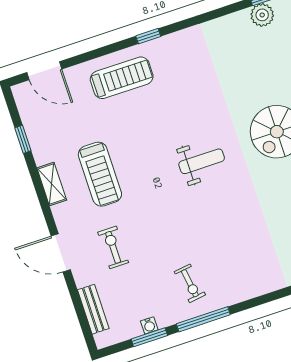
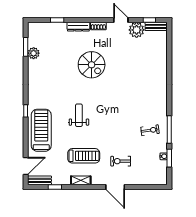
treadmill: (122, 78) -> (41, 130), width x1.37, depth x1.38
weight bench: (202, 161) -> (79, 115), moved
door: (61, 253) -> (115, 187), hinge flipped
bench: (93, 309) -> (40, 180), moved

